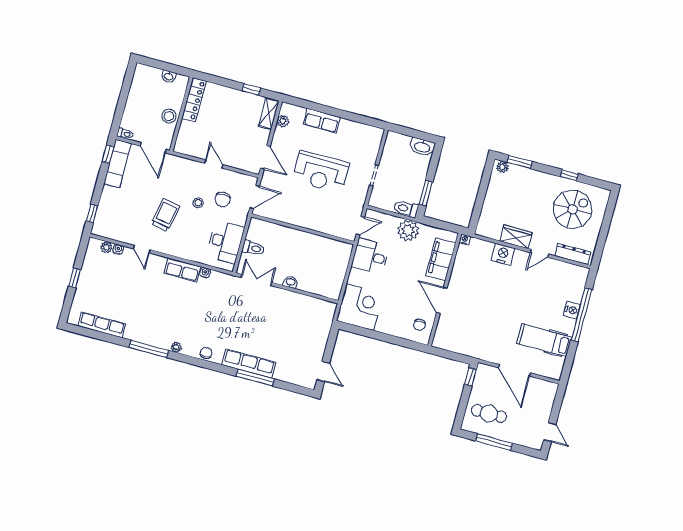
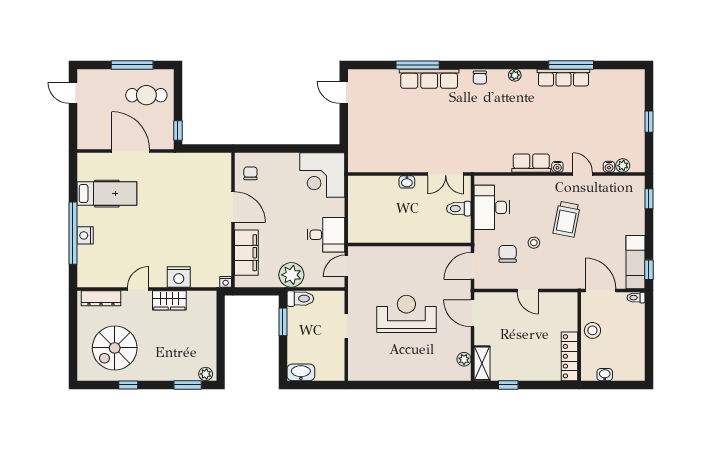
row of seats: (322, 121) -> (421, 371), removed
water cooler: (205, 273) -> (557, 167), moved
row of seats: (102, 325) -> (563, 78), moved
window: (149, 349) -> (571, 65), moved

